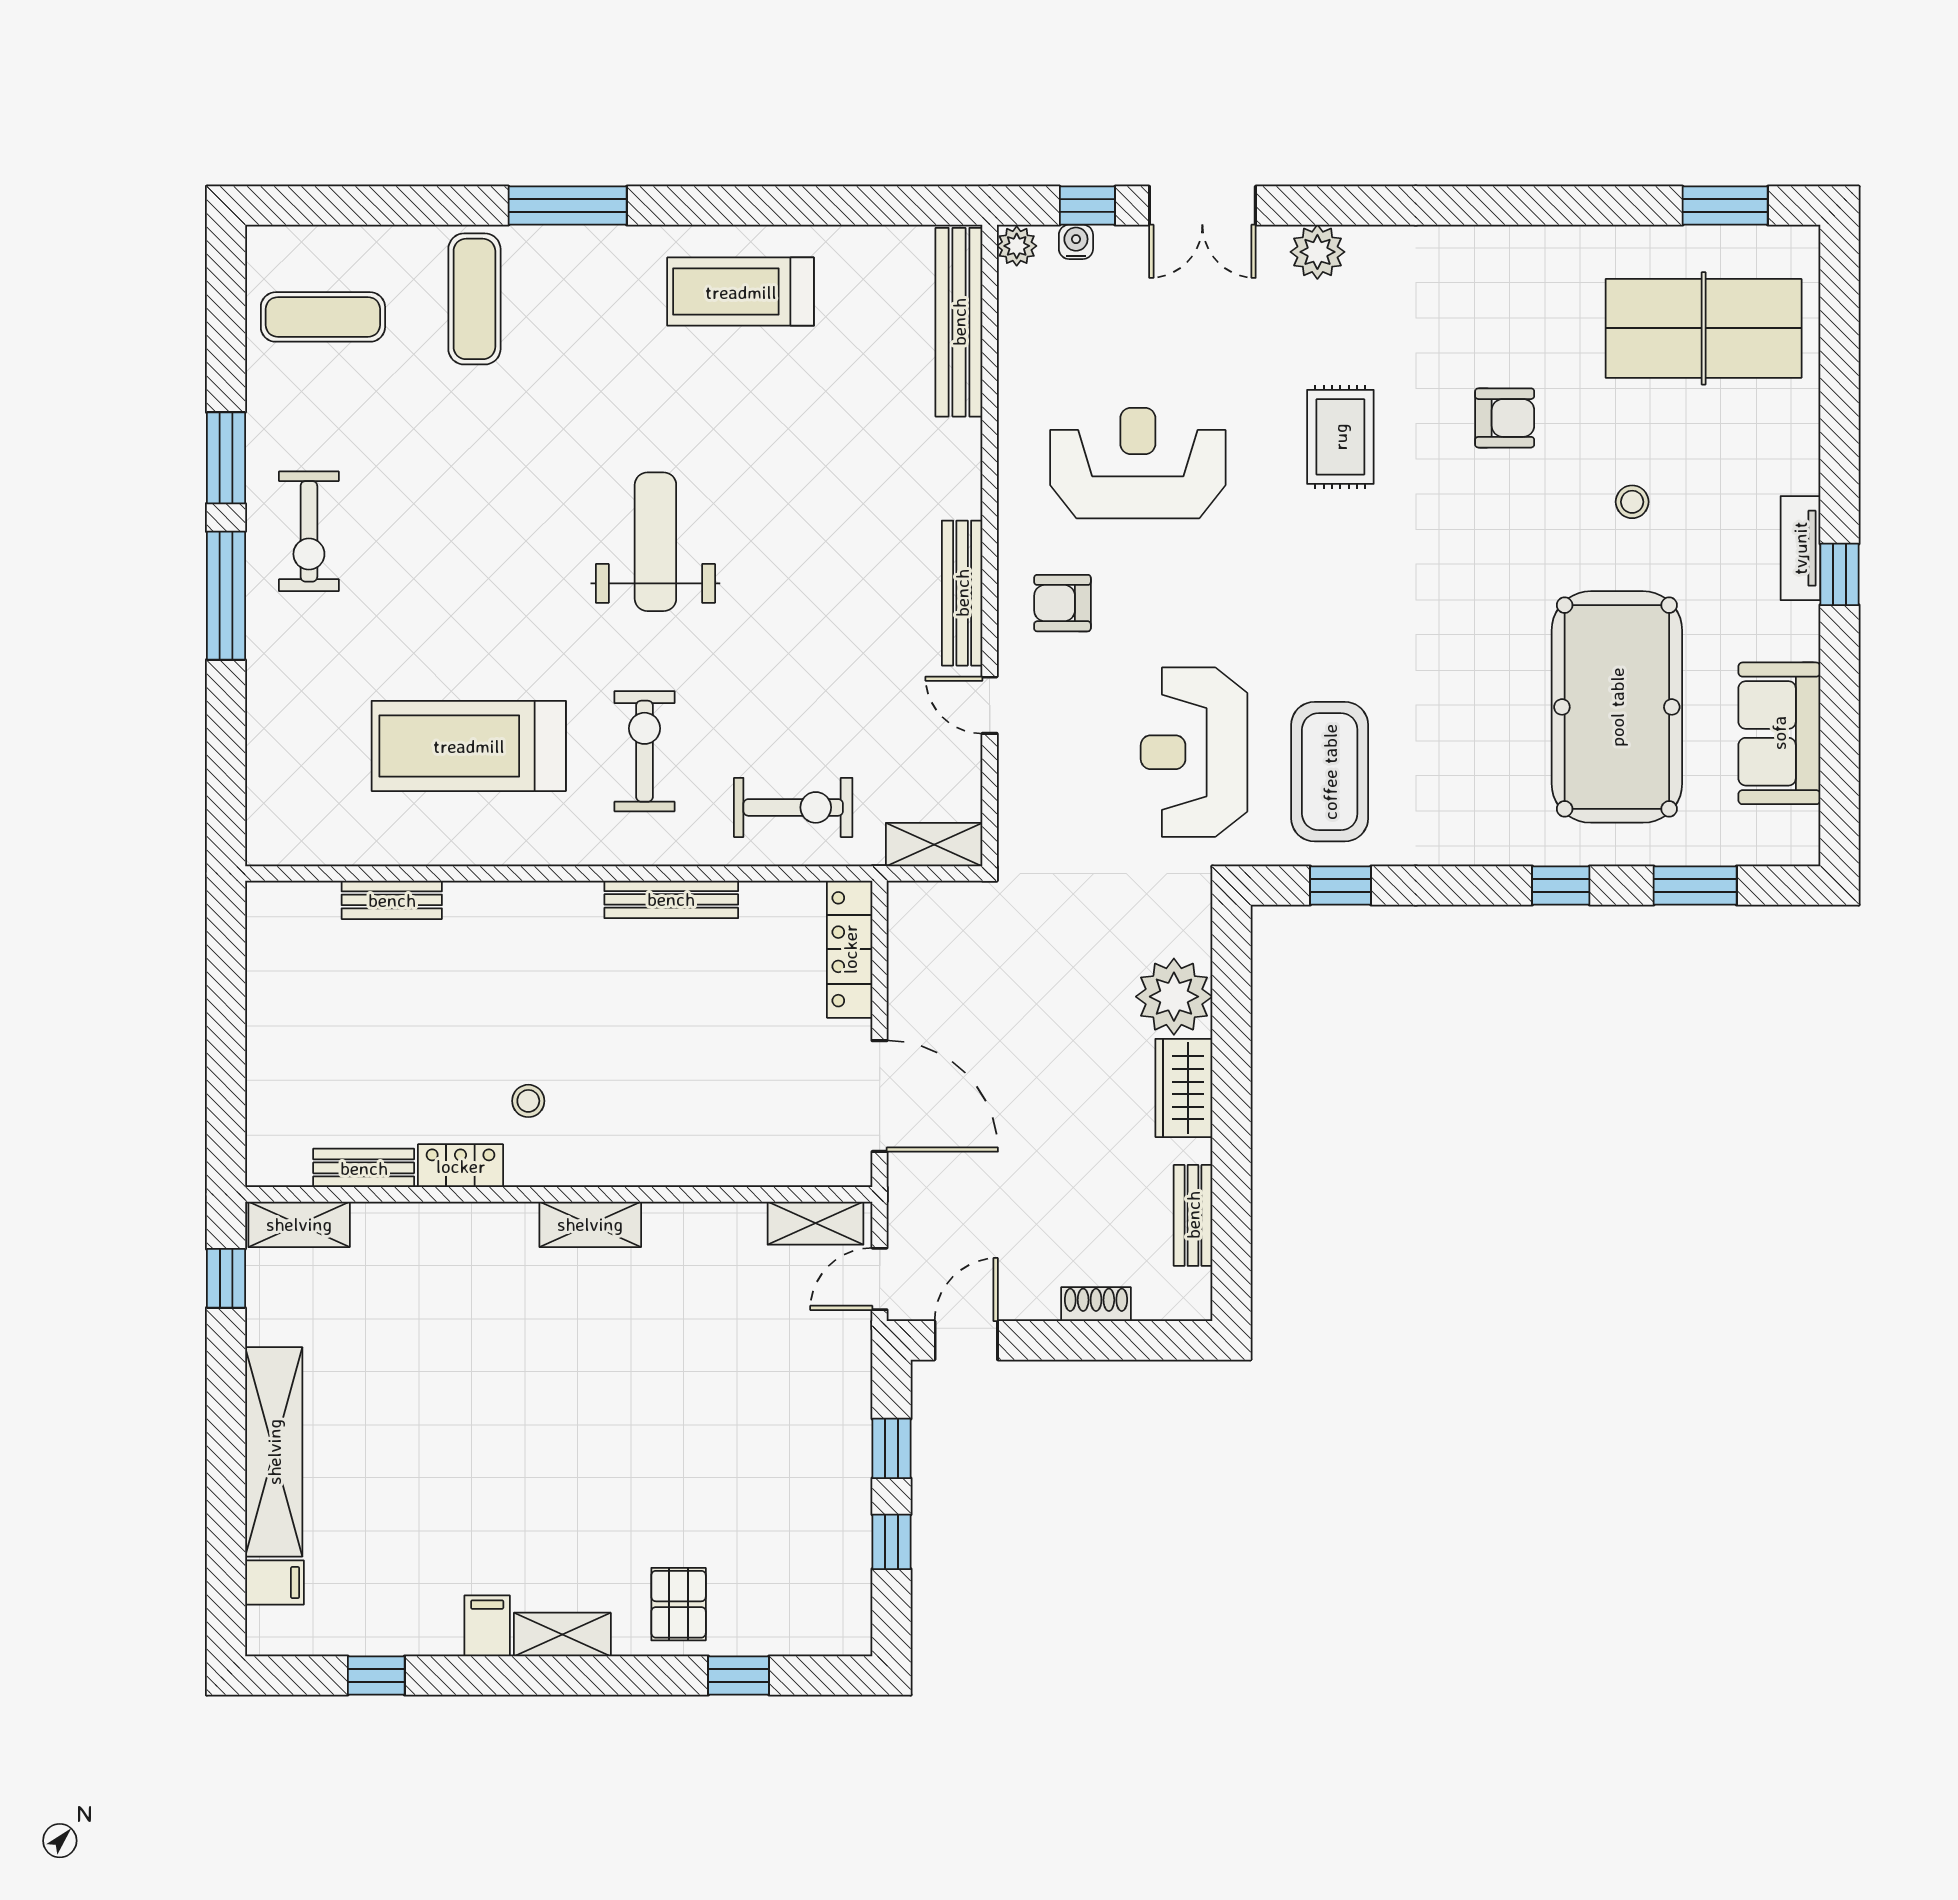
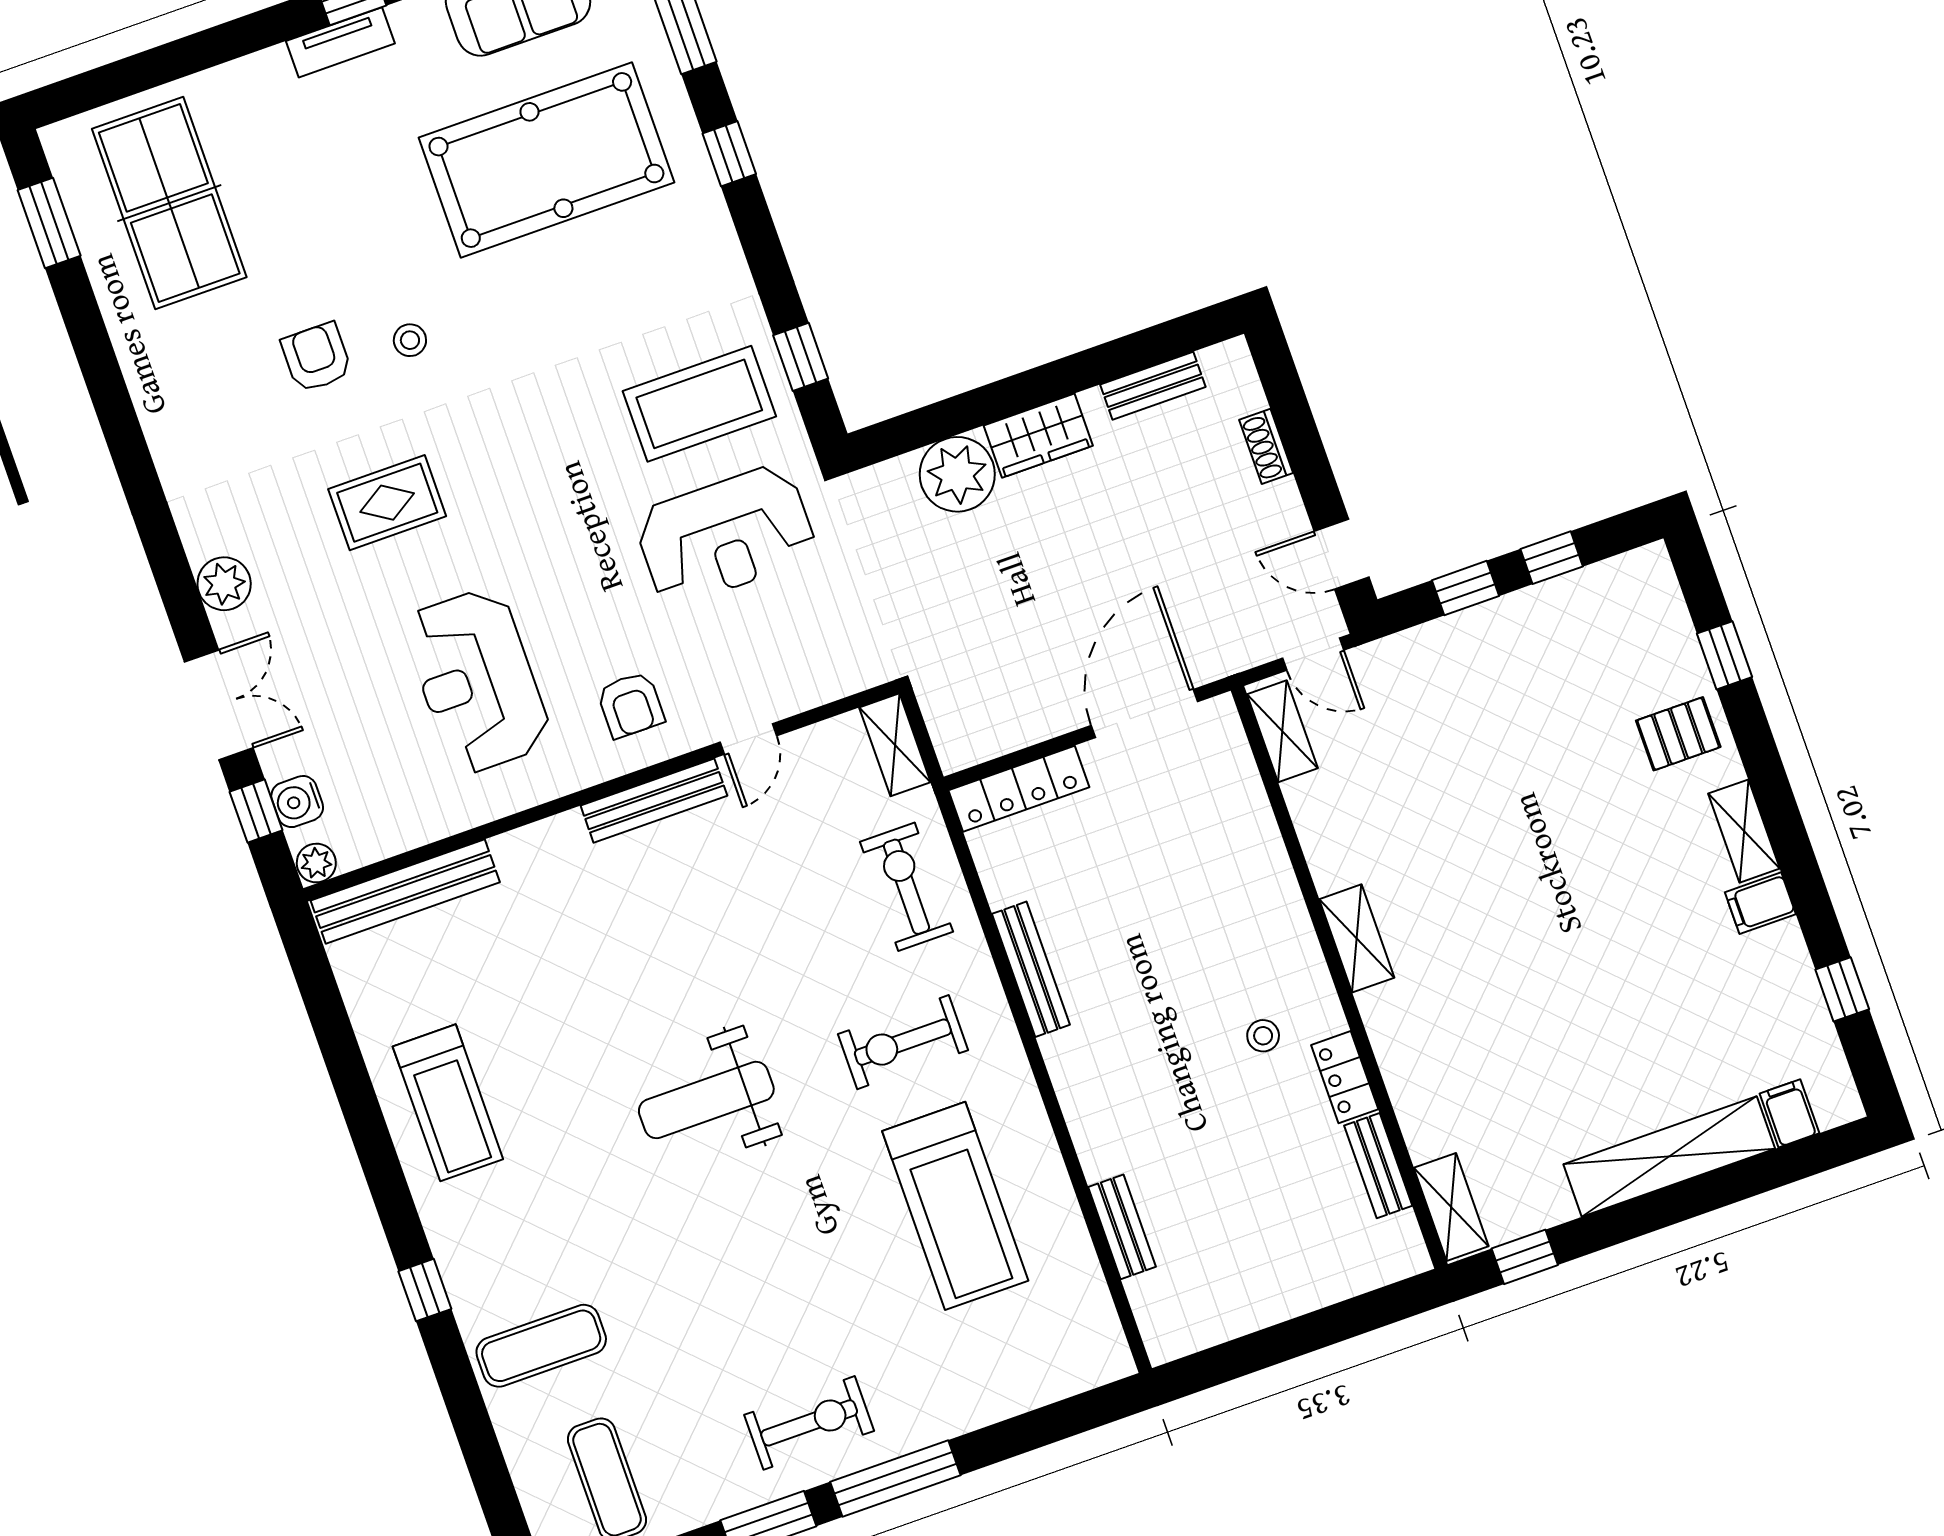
window: (568, 206) -> (425, 1290), width x0.46
water cooler: (1076, 242) -> (297, 802), width x1.38, depth x1.38
stool: (1632, 502) -> (410, 340), moved

